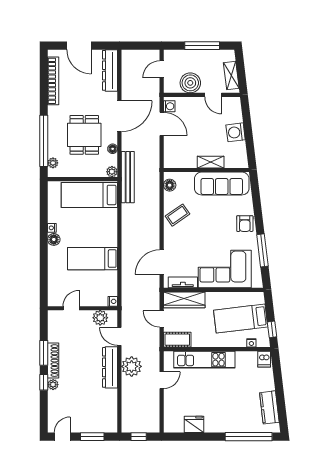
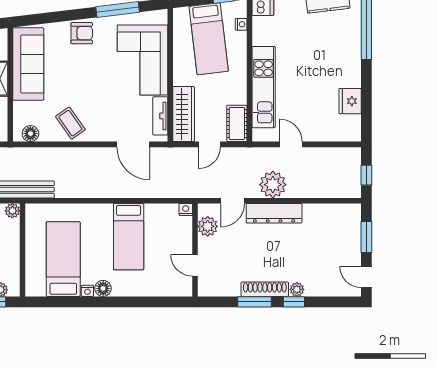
bed: (89, 195) -> (63, 259), moved, turned 180

